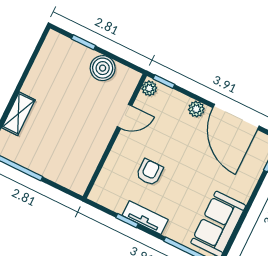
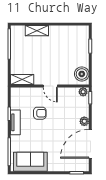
boiler: (103, 68) -> (82, 74), moved
door: (124, 116) -> (50, 86), moved
shelving: (83, 174) -> (22, 80), added

